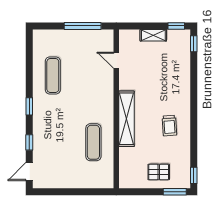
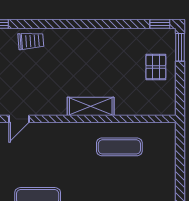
shelving: (127, 119) -> (91, 106), width x0.68
trolley: (169, 126) -> (31, 41), moved

